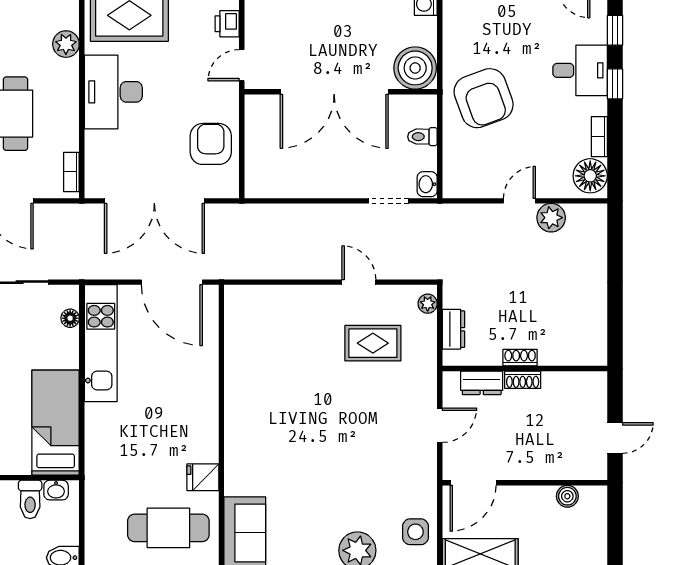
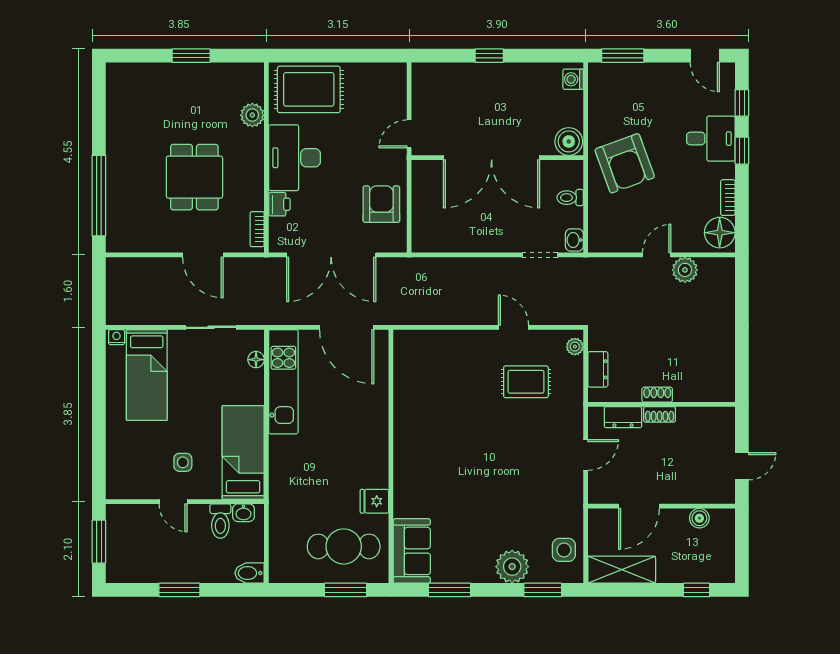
printer: (227, 24) -> (279, 204), moved, turned 180
boiler: (415, 68) -> (569, 141), width x0.73, depth x0.73
door: (473, 483) -> (639, 506), moved

